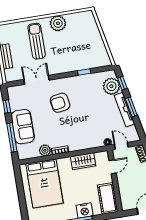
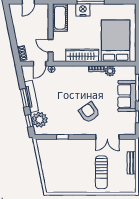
plant: (58, 23) -> (79, 185), removed
armchair: (60, 103) -> (89, 112), turned -116
door: (121, 146) -> (40, 64), hinge flipped
wardrobe: (83, 161) -> (82, 55), width x1.50
door: (113, 167) -> (51, 46), hinge flipped

